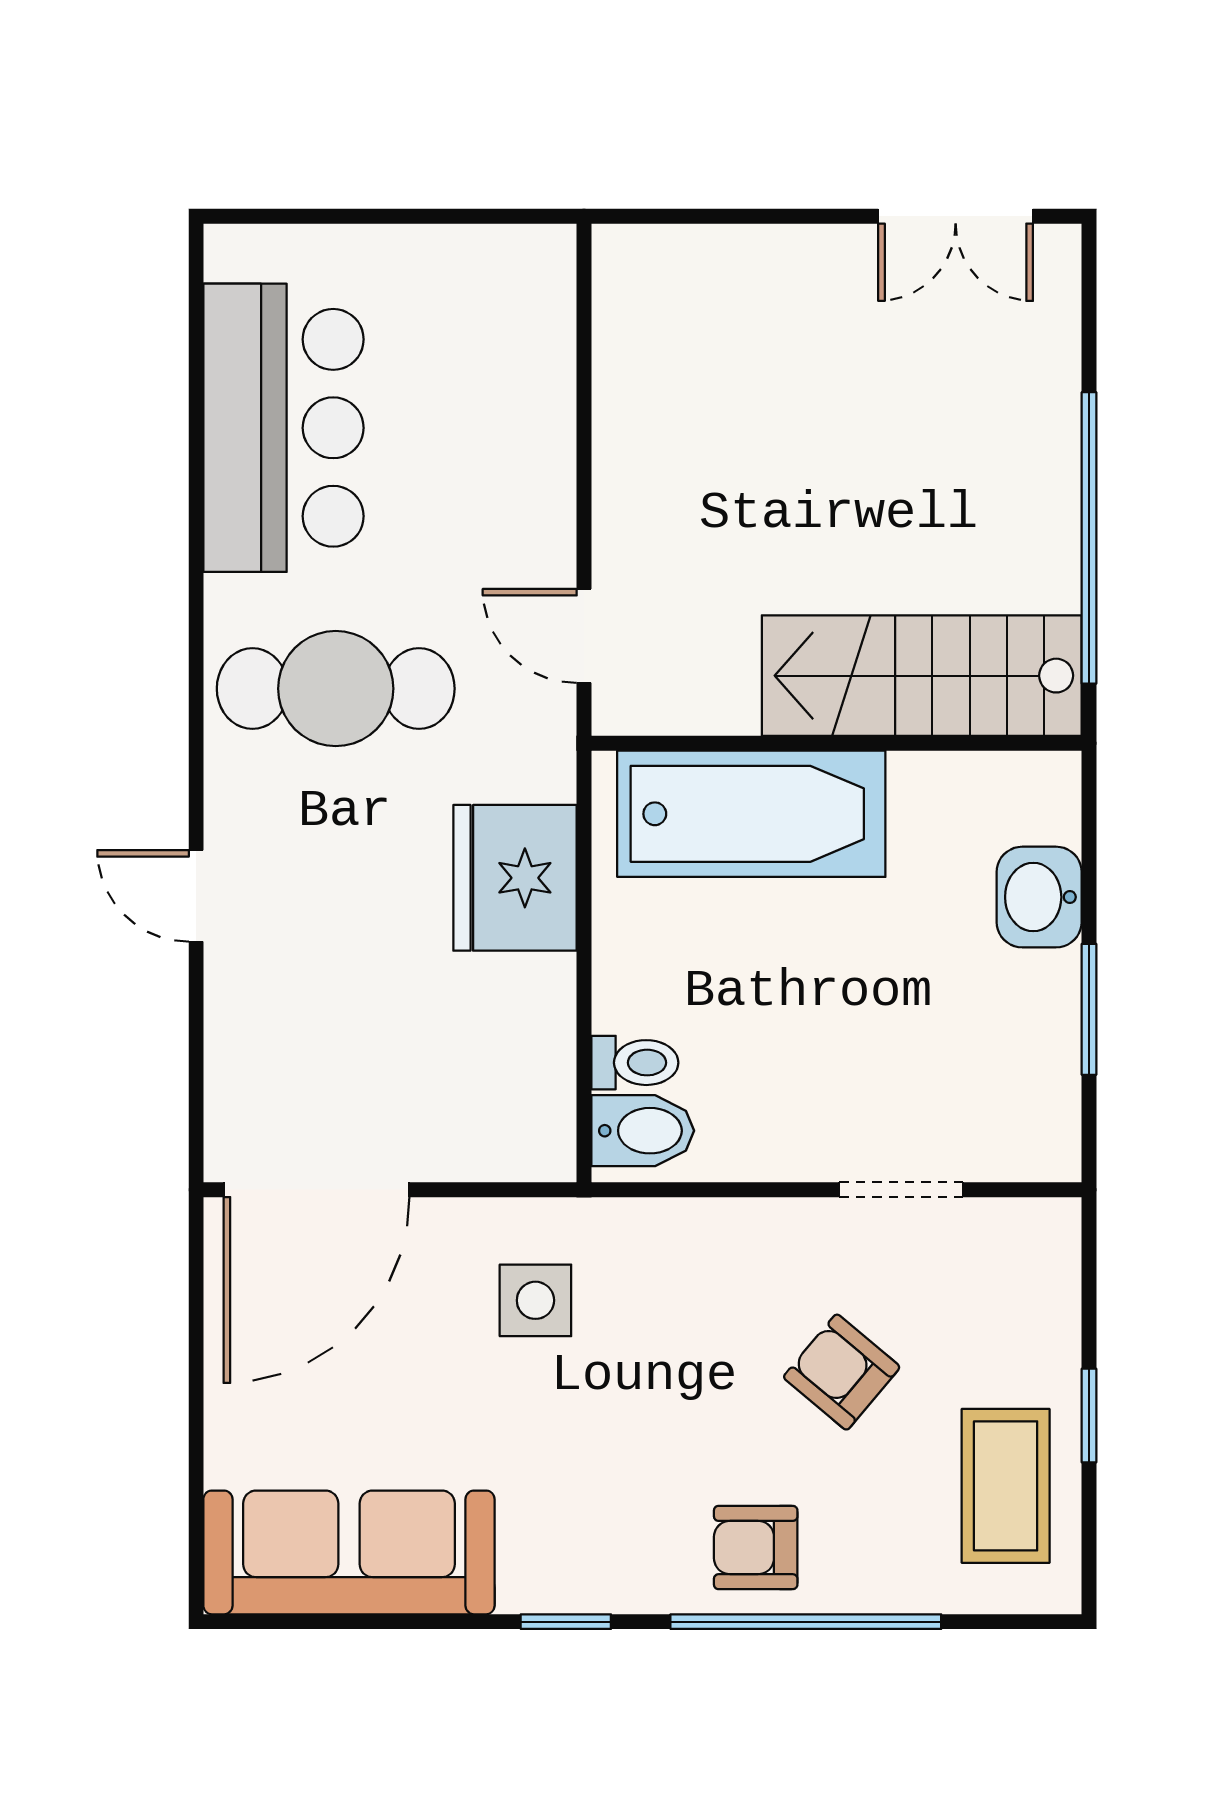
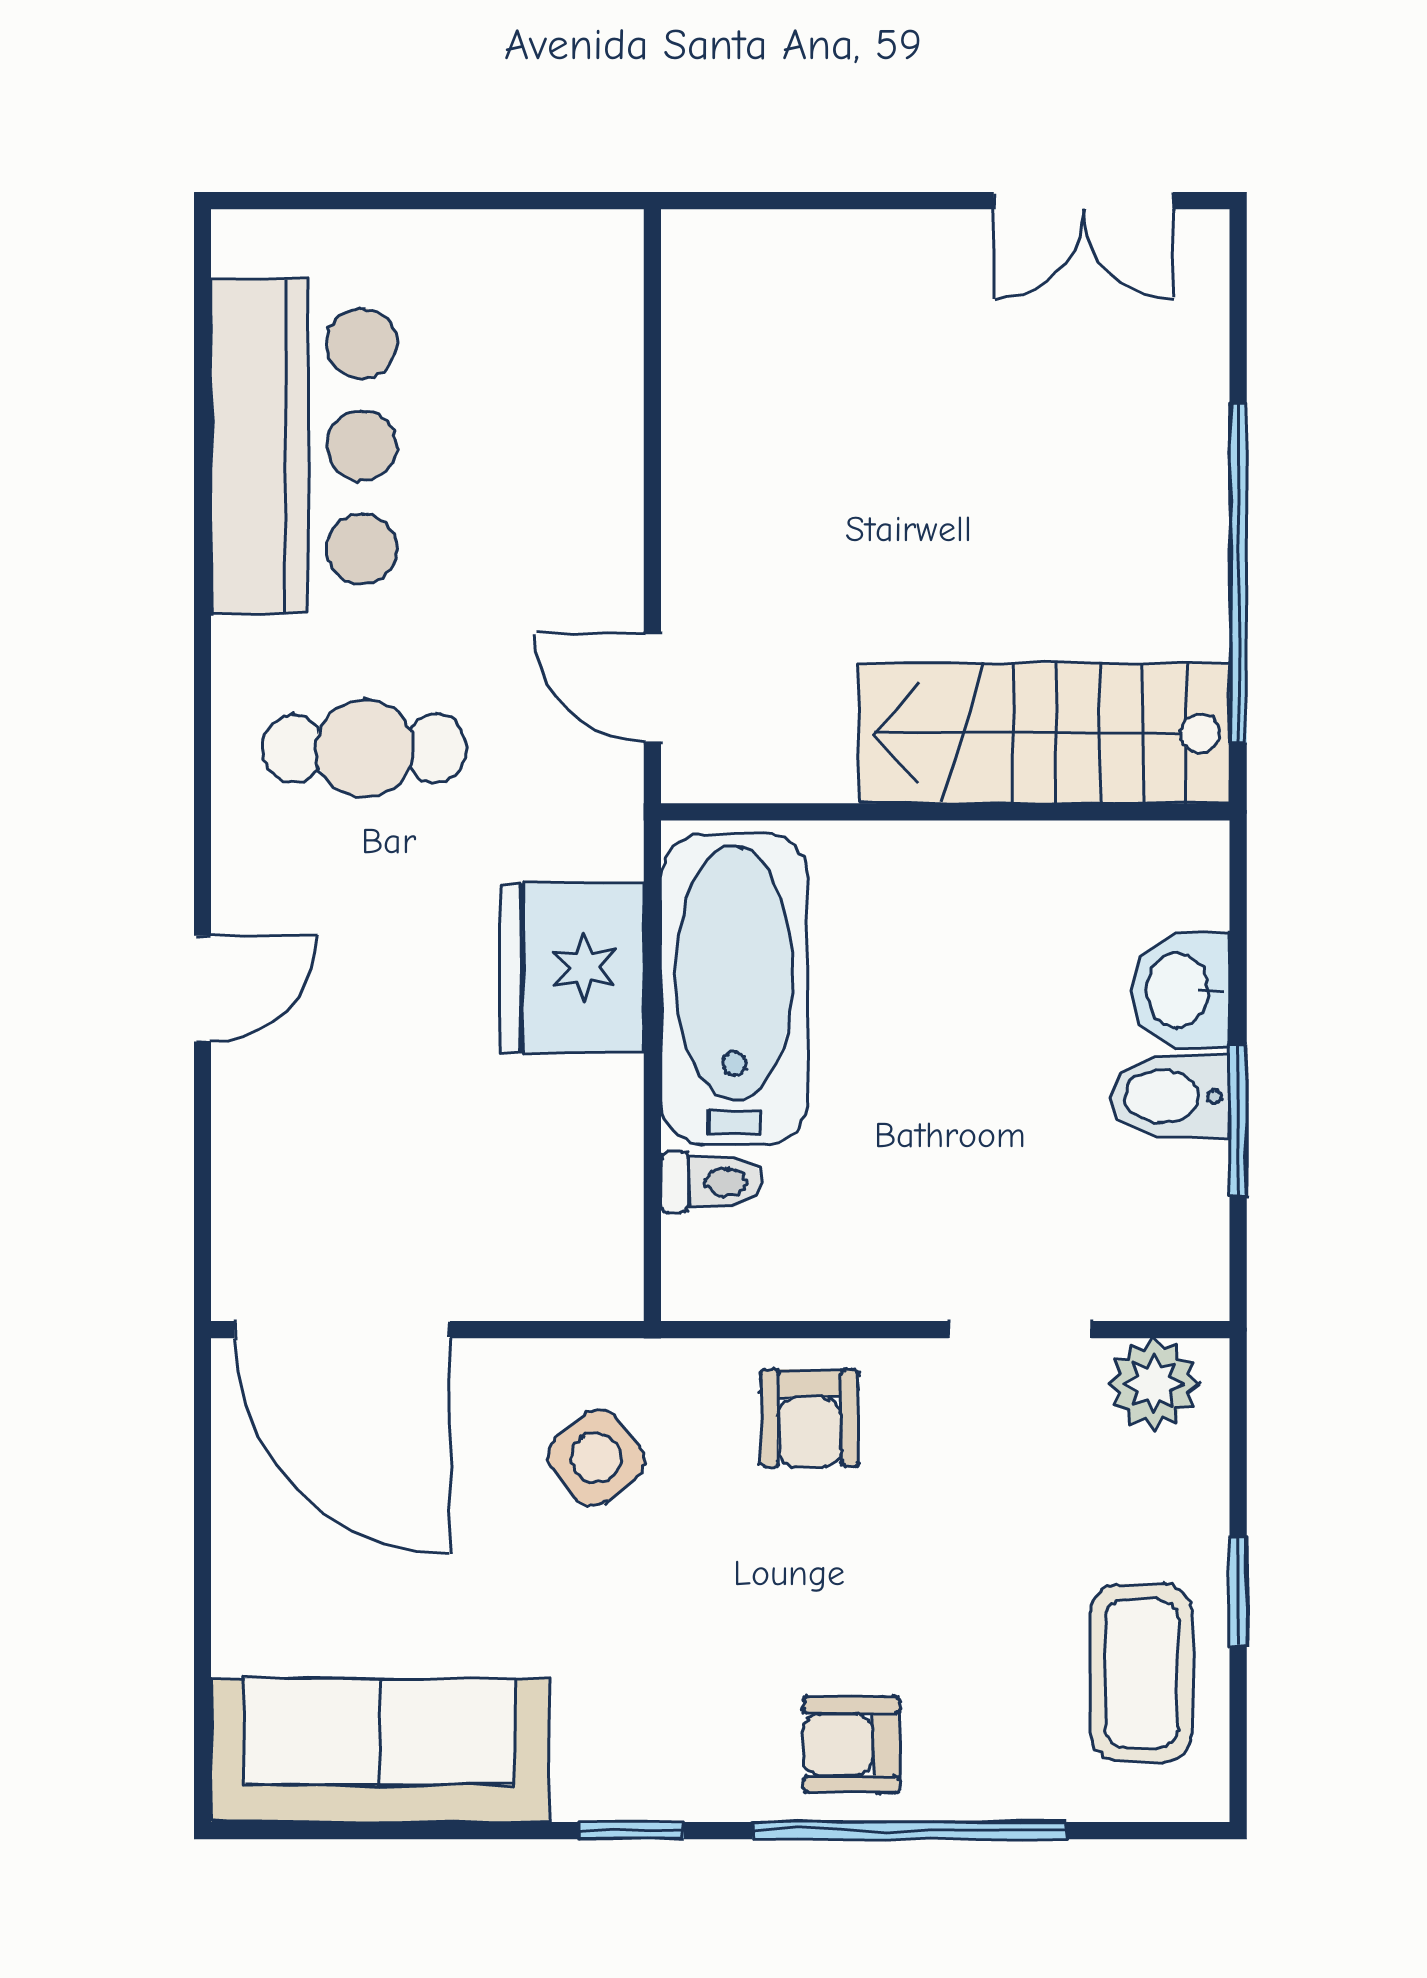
cafe table: (336, 689) -> (364, 748), width x0.73, depth x0.74
bathtub: (751, 814) -> (734, 989), moved, turned -90
door: (196, 896) -> (203, 989), swing flipped
bidet: (643, 1131) -> (1170, 1097), moved, turned 180
door: (317, 1190) -> (342, 1330), hinge flipped
plant: (1016, 1237) -> (1154, 1384), added
side table: (535, 1300) -> (596, 1458), turned -38
armchair: (842, 1372) -> (810, 1418), moved, turned -130

